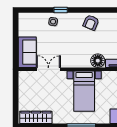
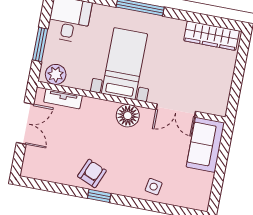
window: (61, 10) -> (99, 196), moved
floor lamp: (98, 61) -> (128, 116), moved

